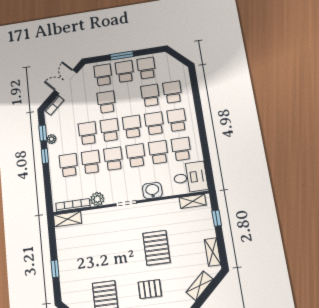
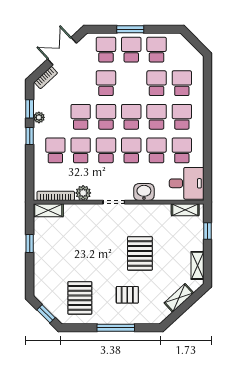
window: (55, 269) -> (30, 243), moved

